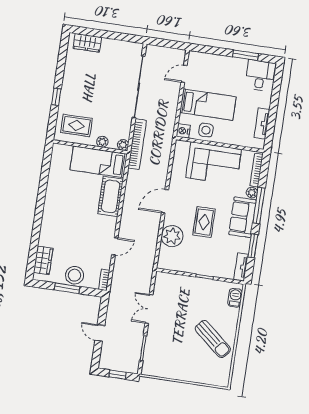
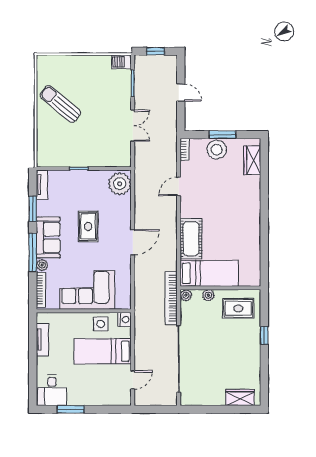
plant: (172, 236) -> (120, 184), moved
barbecue: (235, 298) -> (121, 62), moved, turned 90

